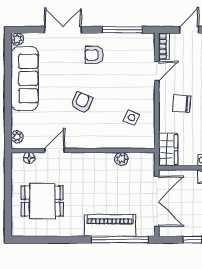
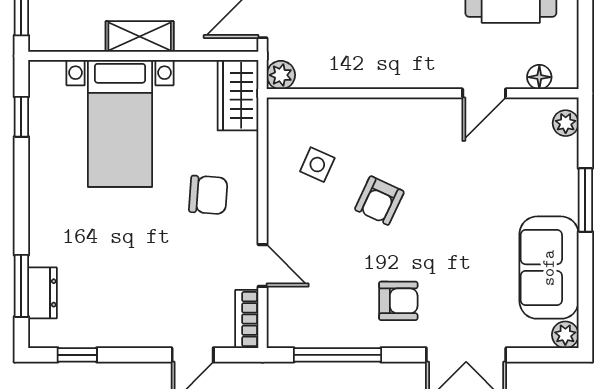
door: (157, 71) -> (262, 265), swing flipped
sofa: (25, 79) -> (549, 268), width x0.73
window: (8, 101) -> (585, 200), added
armchair: (81, 102) -> (379, 201), moved
plant: (121, 159) -> (281, 75), moved

